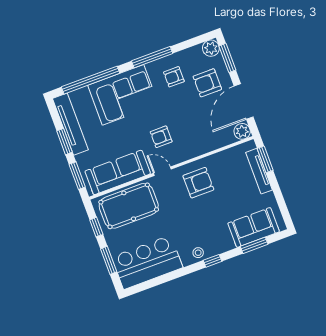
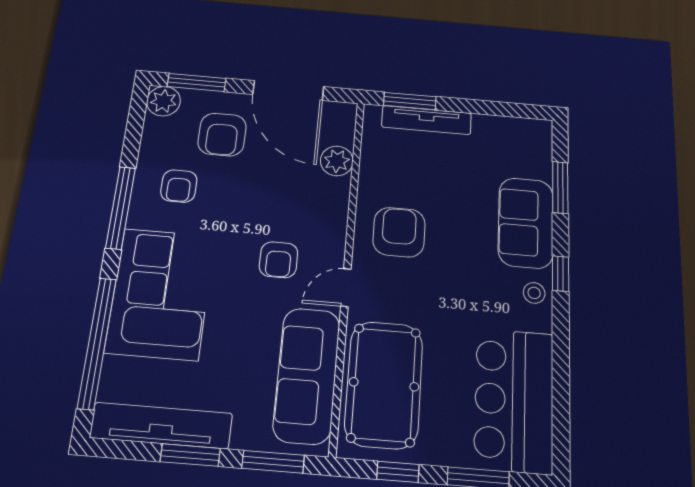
plant: (242, 131) -> (337, 161), moved
sofa: (254, 227) -> (526, 223), moved

